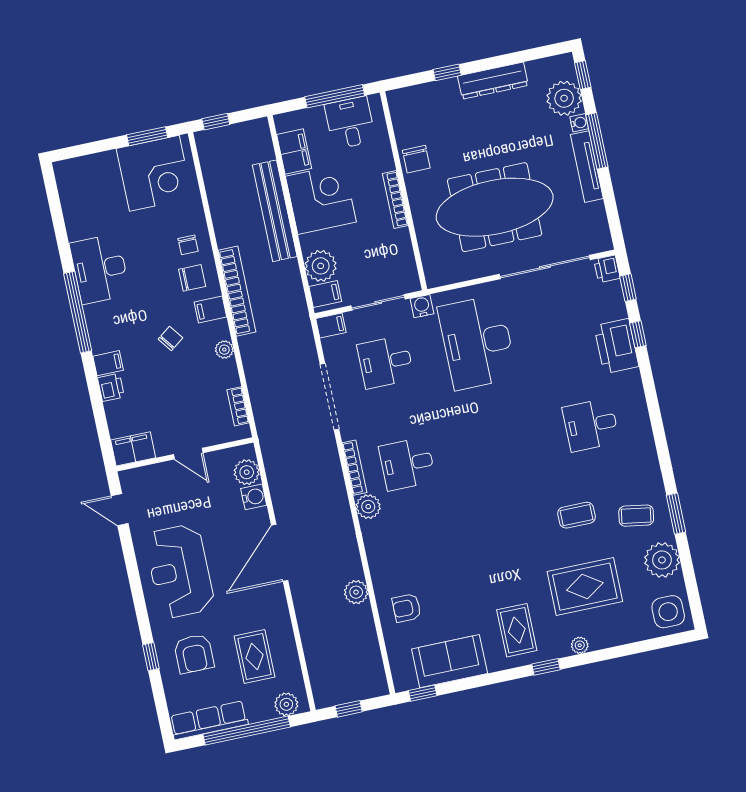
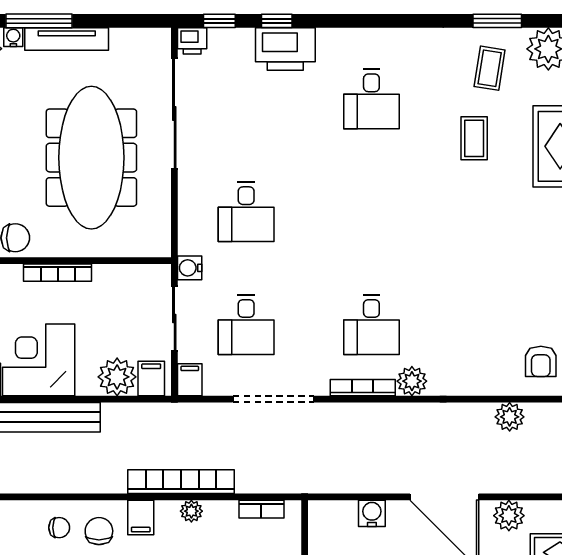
bookcase: (237, 291) -> (181, 482), moved
desk: (477, 342) -> (246, 212), width x0.53, depth x0.77
plant: (247, 472) -> (509, 516), moved

